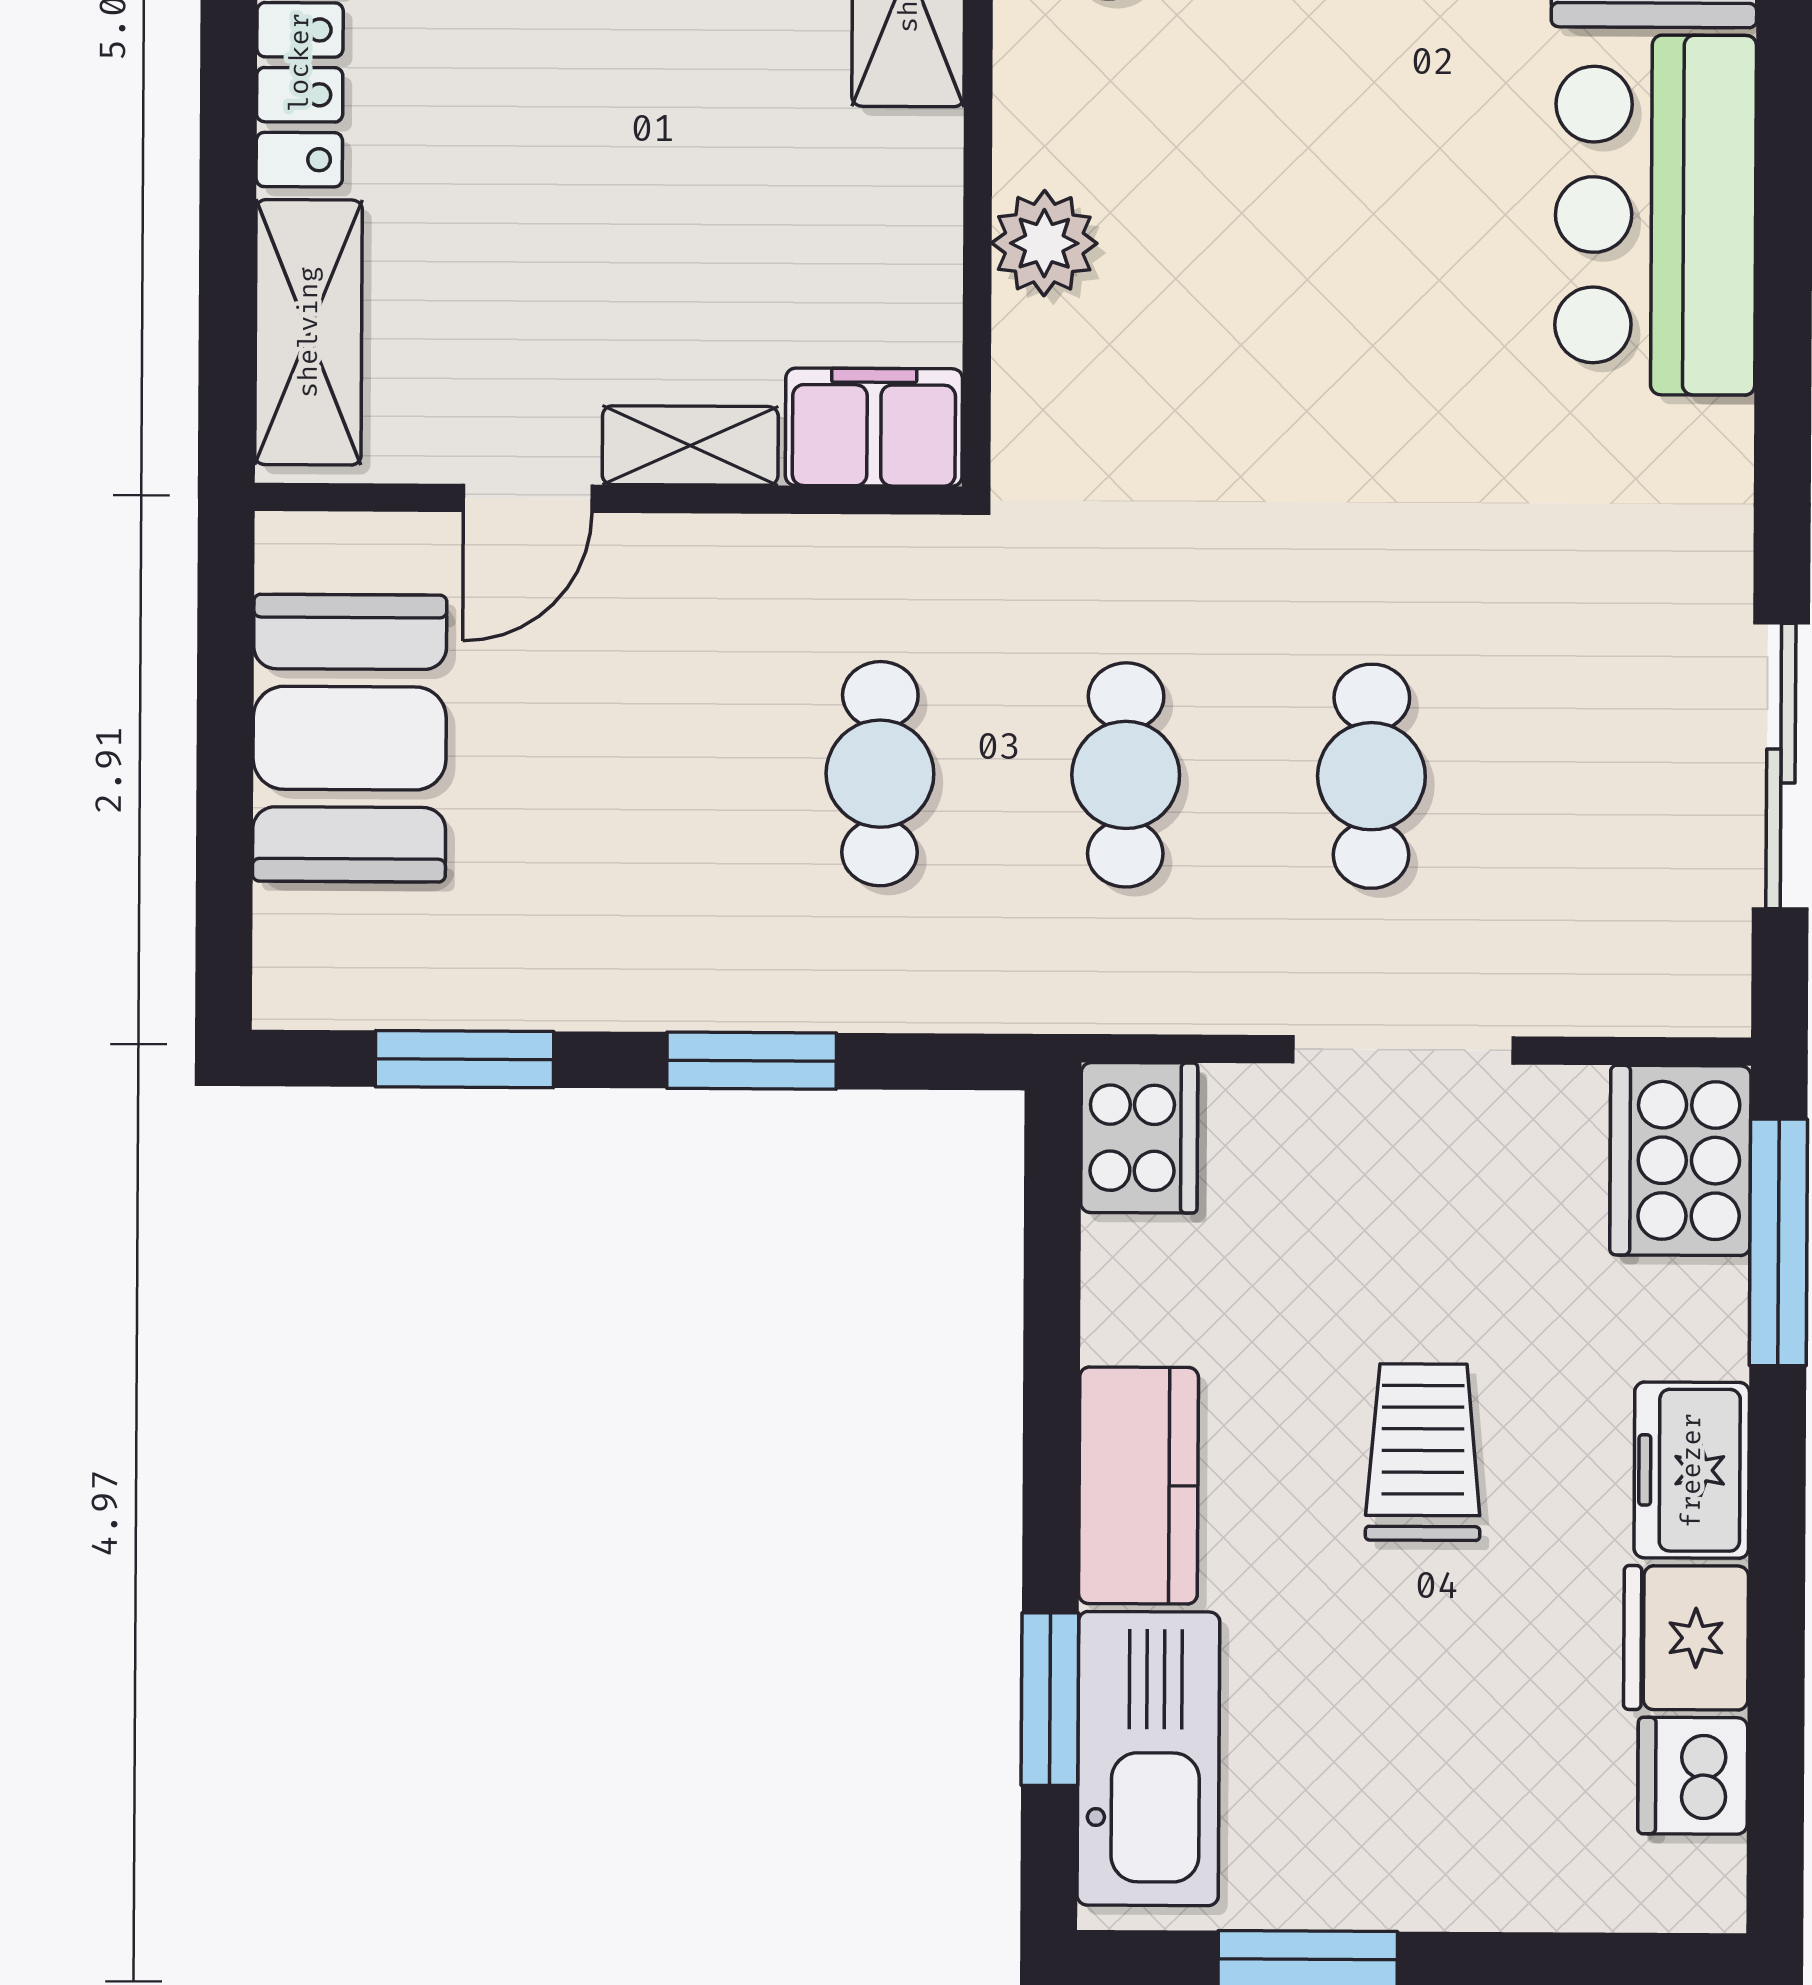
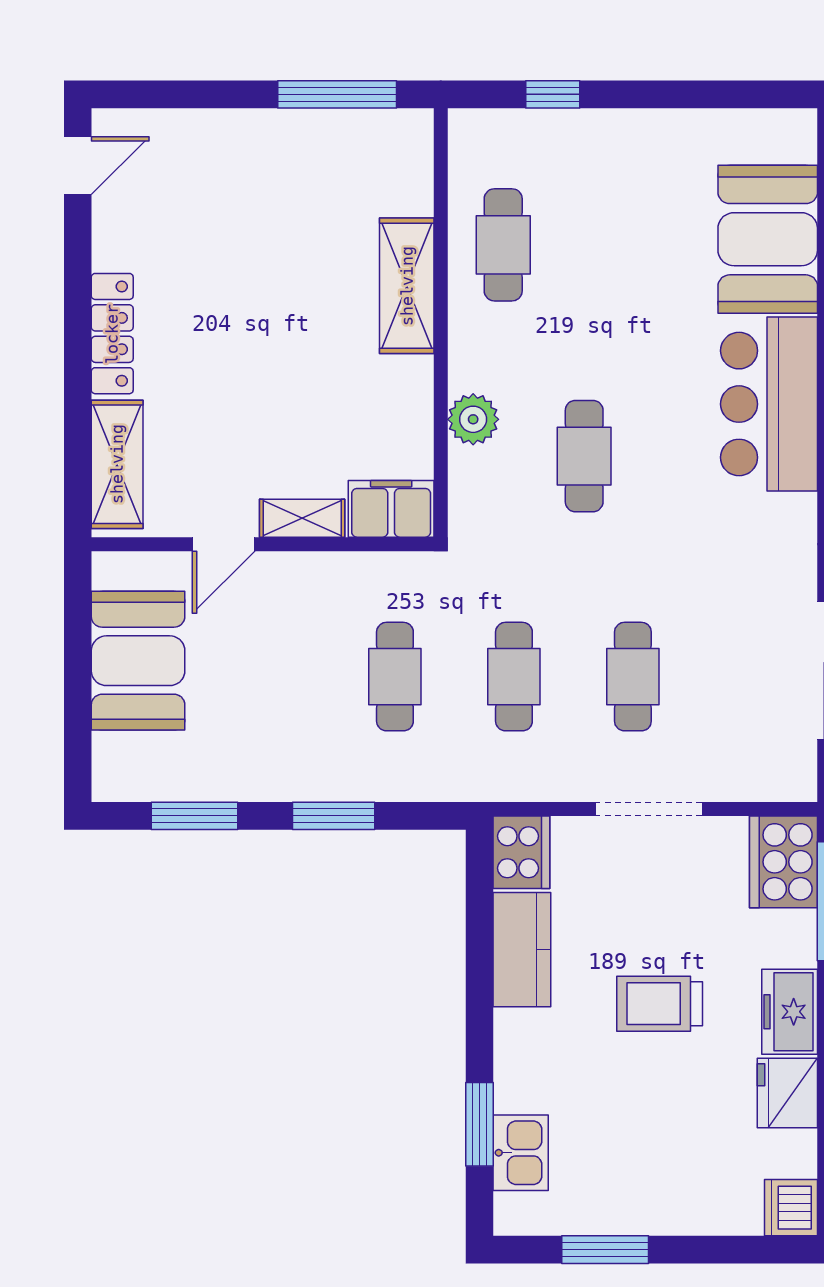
cafe table: (1273, 320) -> (584, 456), added
trolley: (1423, 1452) -> (660, 1004), turned -90
kitchen counter: (1139, 1485) -> (522, 950), moved
kitchen sink: (1148, 1759) -> (521, 1153), width x0.53, depth x0.81
dishwasher: (1693, 1776) -> (791, 1208), moved

